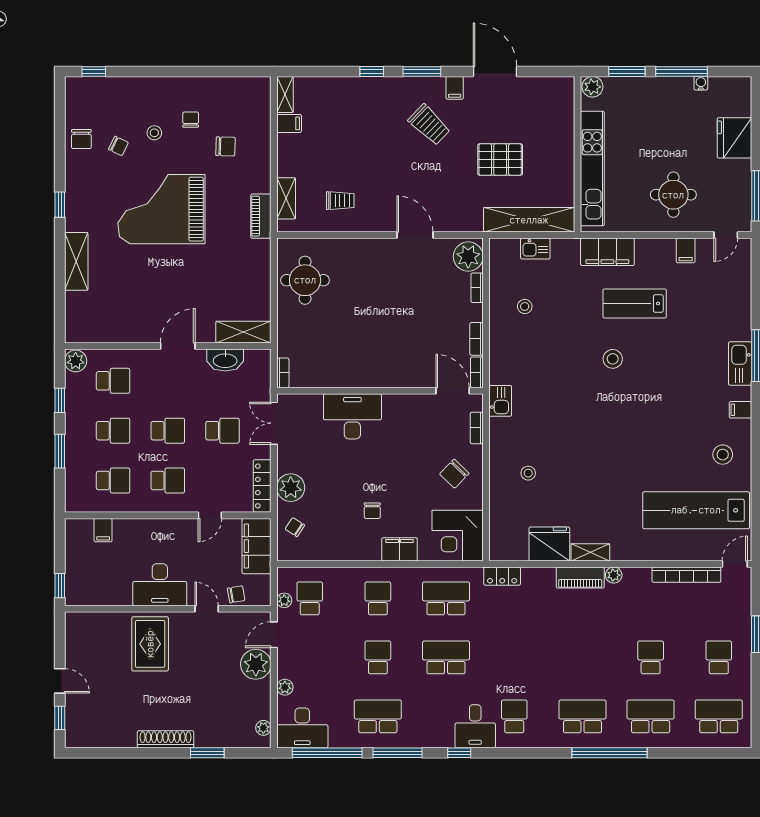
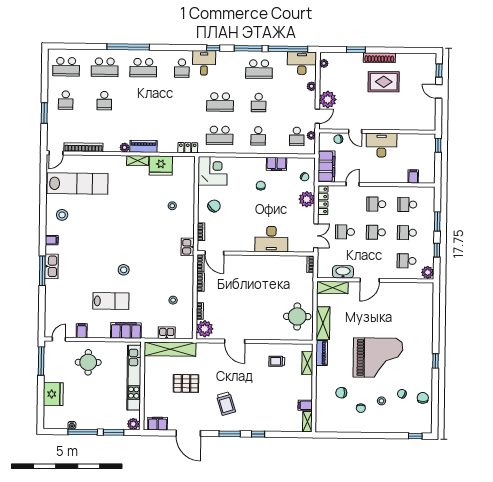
filing cabinet: (455, 88) -> (158, 424), moved, width x2.00
trolley: (429, 125) -> (226, 404), turned -151
shelving: (76, 261) -> (323, 323), moved
filing cabinet: (400, 549) -> (276, 164), moved
rug: (150, 644) -> (384, 82), moved, turned 90

